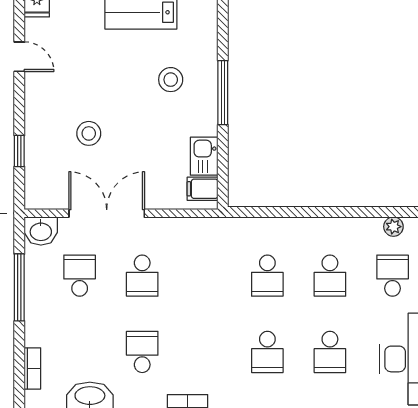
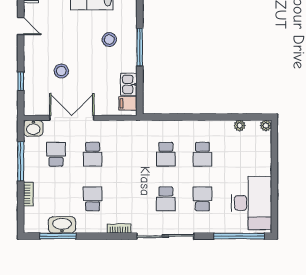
school desk: (393, 276) -> (239, 154), removed
school desk: (330, 352) -> (202, 199), turned 180
bookcase: (32, 368) -> (28, 194), moved

